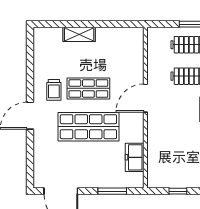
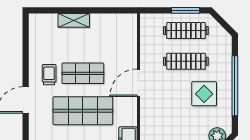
trolley: (54, 90) -> (49, 75), turned 180

